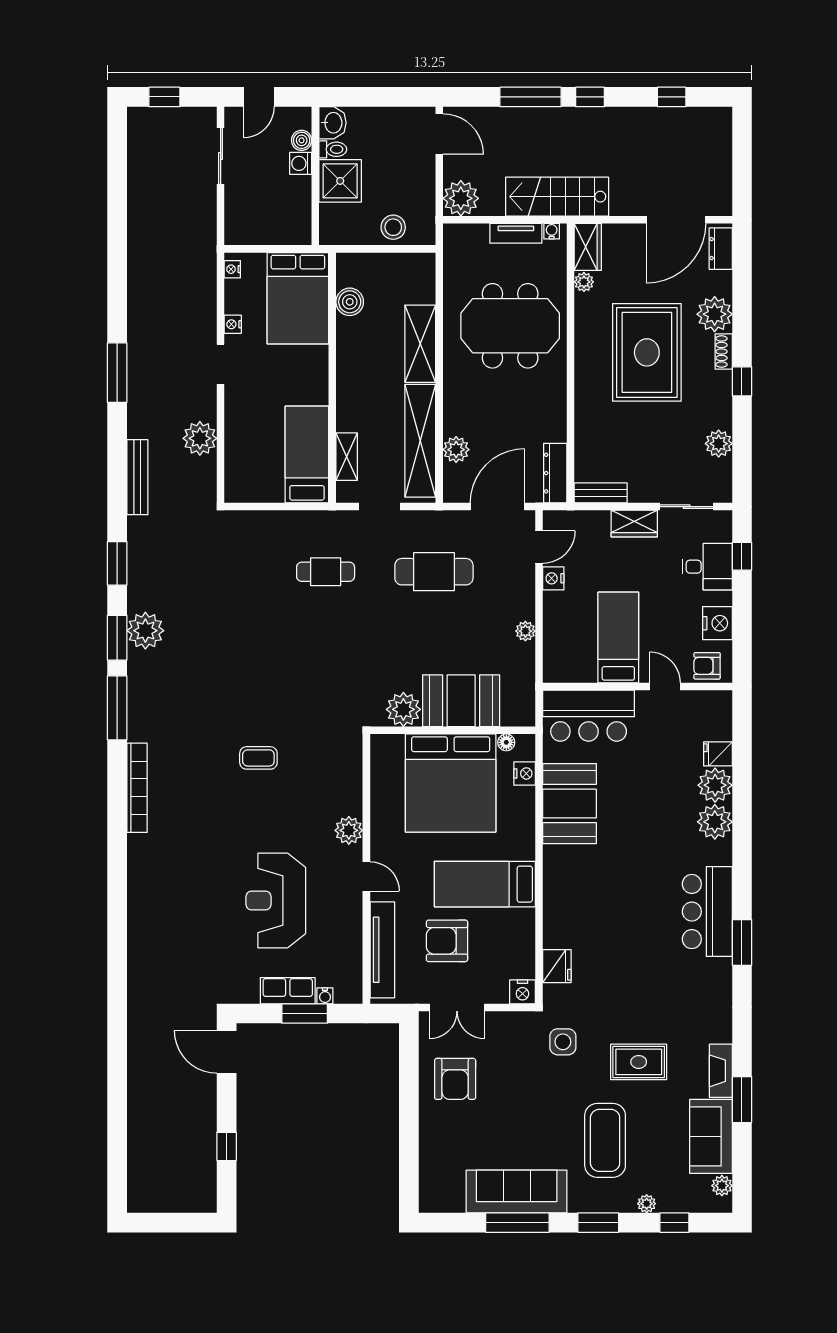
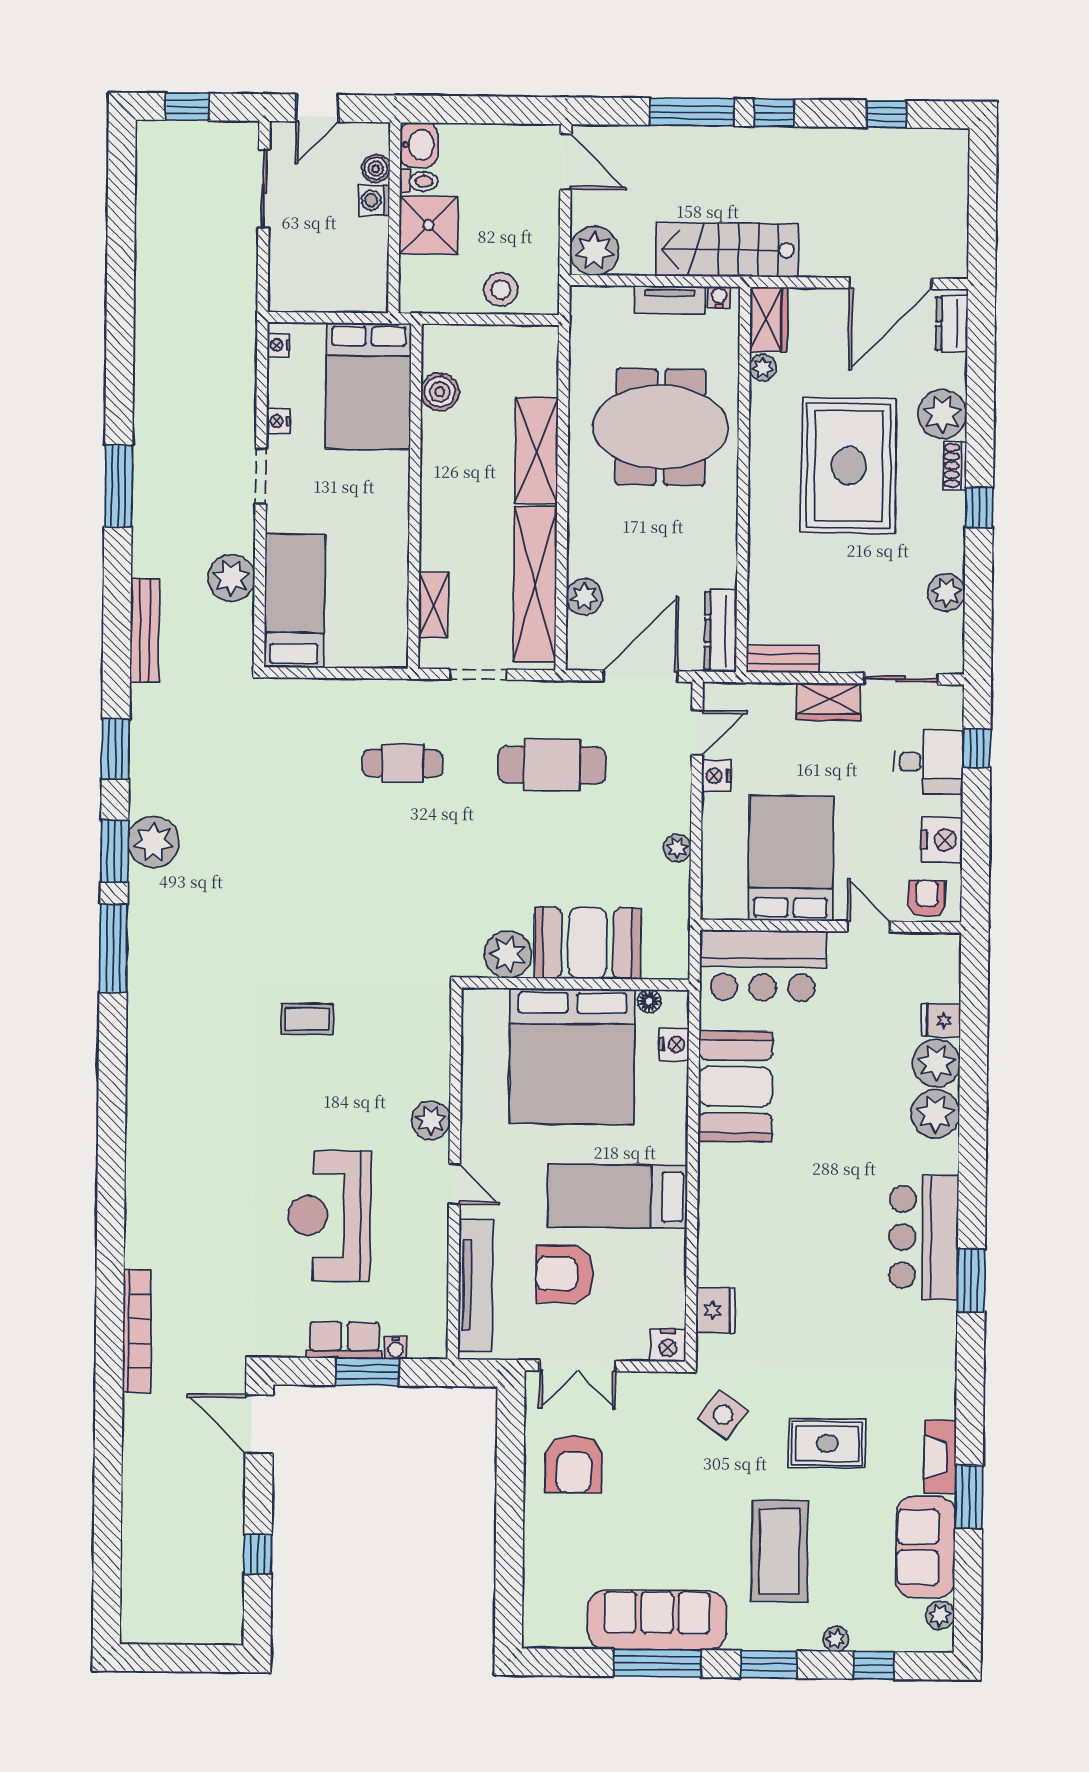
bed: (307, 455) -> (295, 601), moved
bed: (618, 638) -> (791, 858), width x1.50
armchair: (707, 666) -> (927, 899), turned 90
bookcase: (137, 788) -> (137, 1331), moved
side table: (563, 1042) -> (723, 1415), turned 36

